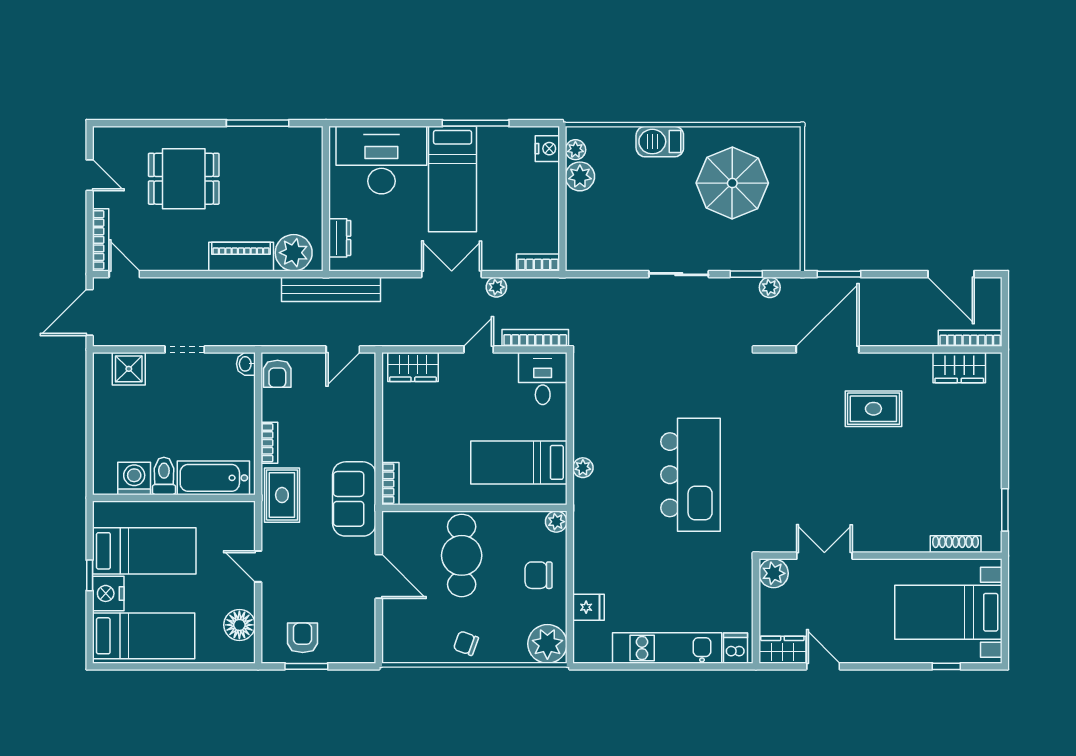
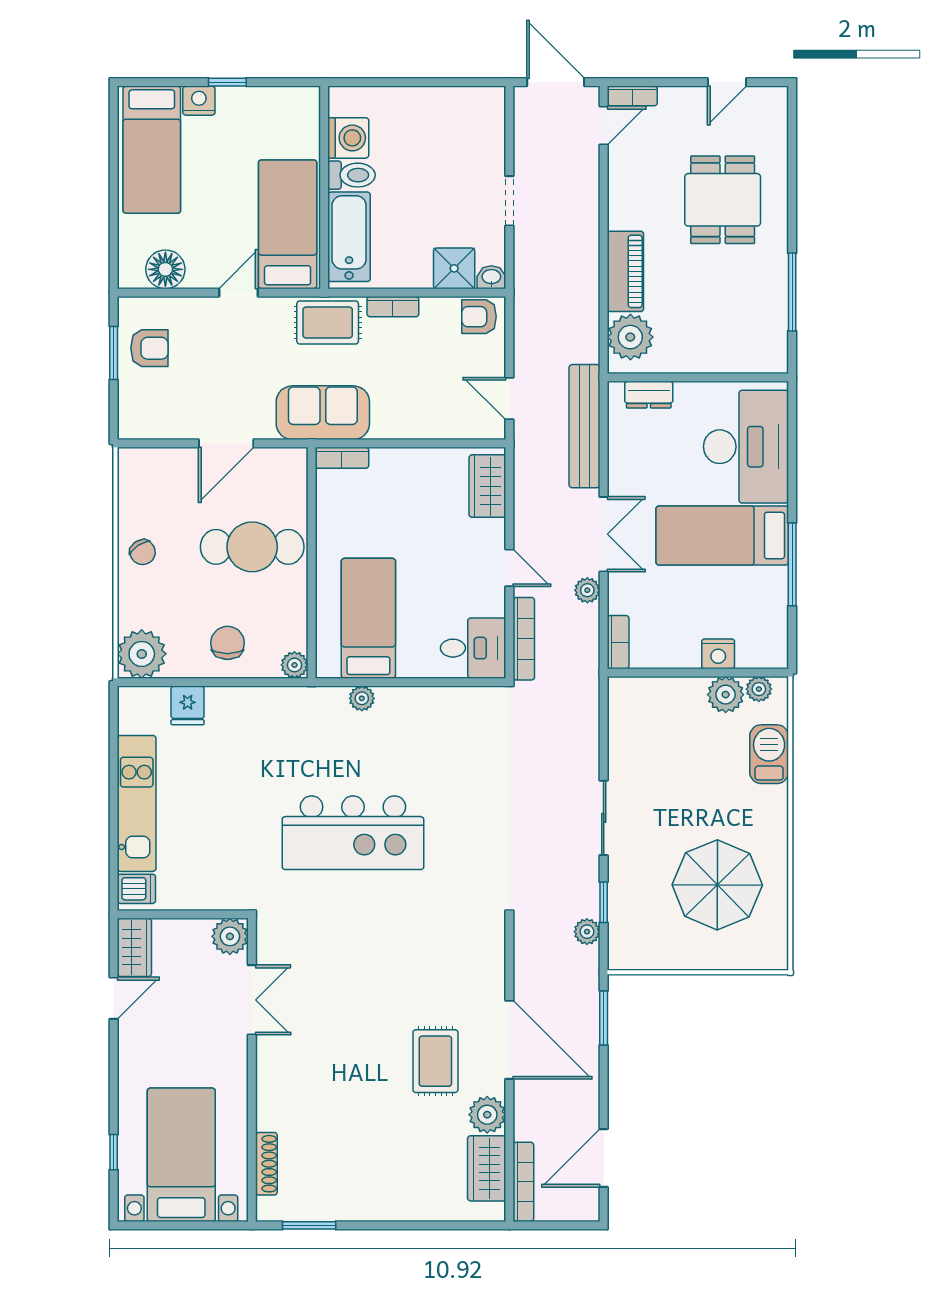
barbecue: (660, 142) -> (769, 754), moved
nightstand: (547, 149) -> (718, 654), moved
bookcase: (101, 240) -> (632, 96), width x0.64
bench: (331, 289) -> (585, 426), moved
door: (827, 349) -> (509, 1040), moved
plant: (916, 367) -> (487, 1115), added
shower: (129, 369) -> (454, 268), moved
bed: (144, 551) -> (288, 224), moved, turned 180
nightstand: (108, 593) -> (199, 101), width x0.74, depth x0.75
chair: (466, 643) -> (143, 552), turned 127

